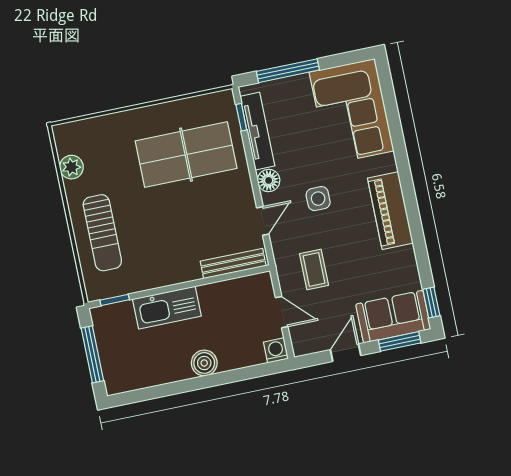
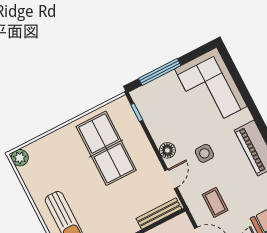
tv unit: (257, 131) -> (150, 119), removed
table tennis table: (186, 155) -> (106, 148), turned 90
plant: (71, 167) -> (20, 158), moved

